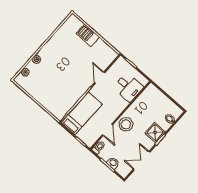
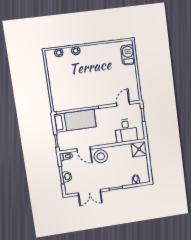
barbecue: (88, 35) -> (128, 55), moved
door: (100, 78) -> (123, 104), moved
door: (107, 130) -> (84, 149), hinge flipped
shower: (155, 133) -> (139, 149), moved
double door: (142, 161) -> (89, 192), swing flipped

